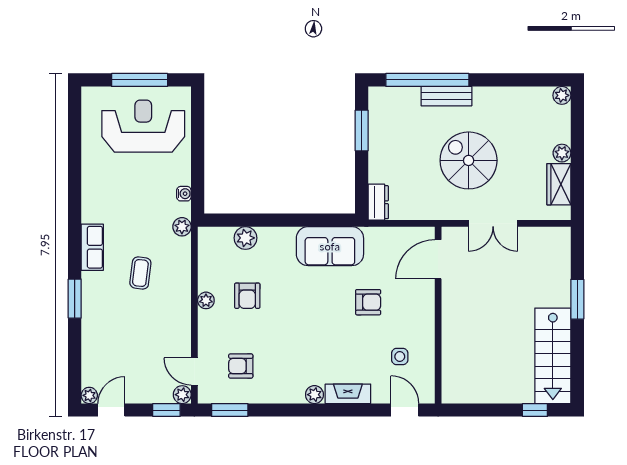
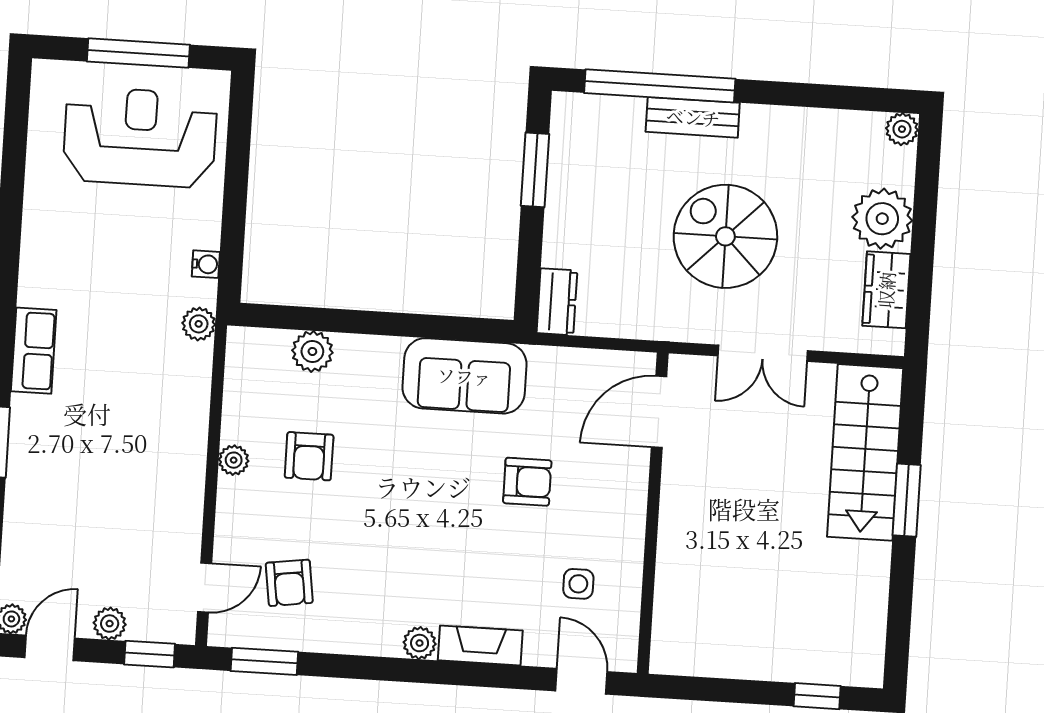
plant: (562, 153) -> (882, 219), width x1.88, depth x1.88
coffee table: (140, 273) -> (118, 403), removed
stairs: (553, 356) -> (865, 452), moved
armchair: (241, 366) -> (289, 583), turned -98
door: (194, 372) -> (205, 588), swing flipped
plant: (182, 395) -> (110, 624), moved

